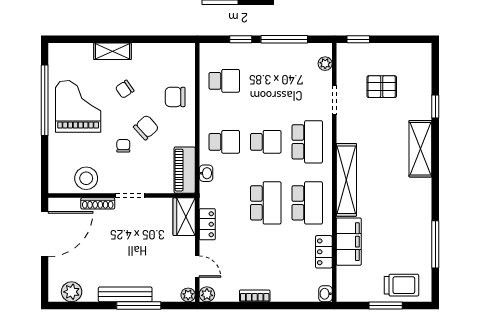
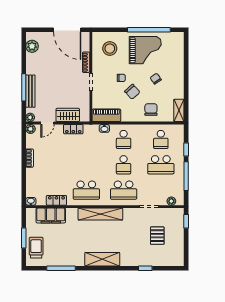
shelving: (113, 51) -> (179, 110), moved
shelving: (420, 149) -> (102, 259), moved
stool: (86, 178) -> (110, 49), moved
school desk: (266, 203) -> (161, 165), moved
wardrobe: (184, 217) -> (68, 115), moved
filing cabinet: (349, 242) -> (51, 215), moved
trolley: (401, 285) -> (36, 248), turned 180
bench: (125, 294) -> (30, 91), moved

